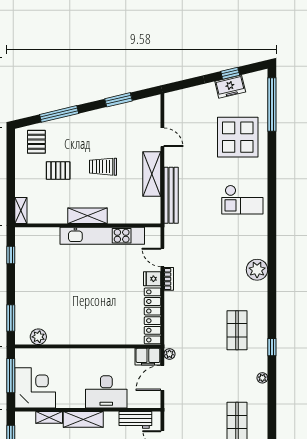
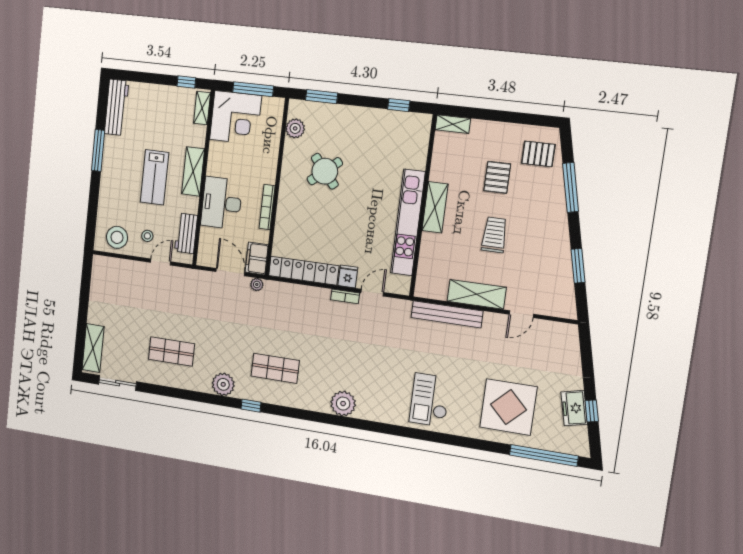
round table: (70, 308) -> (325, 171), added
bookcase: (105, 353) -> (267, 207), added
plant: (262, 378) -> (223, 384), width x1.88, depth x1.88
shelving: (49, 417) -> (202, 108), moved

